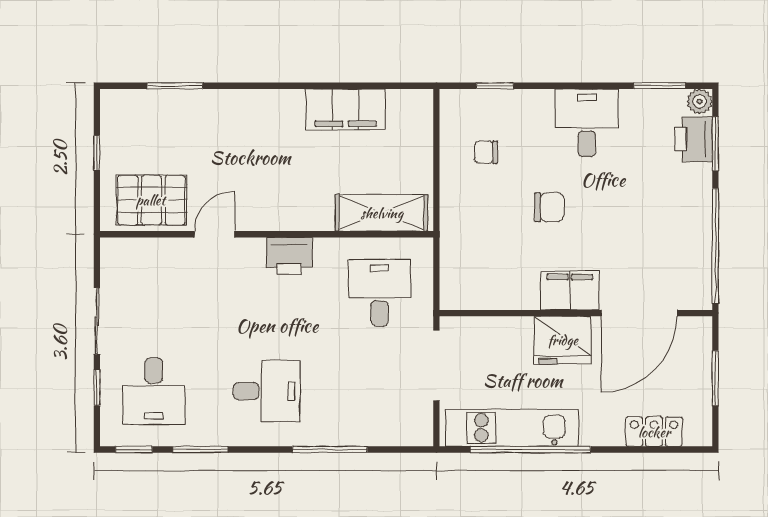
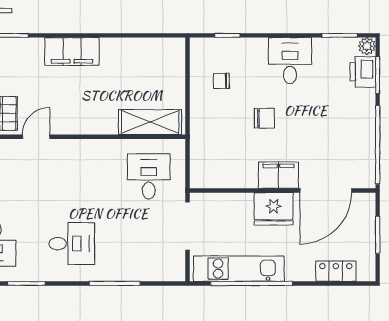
filing cabinet: (346, 109) -> (72, 51), moved
printer: (289, 256) -> (87, 151), removed

